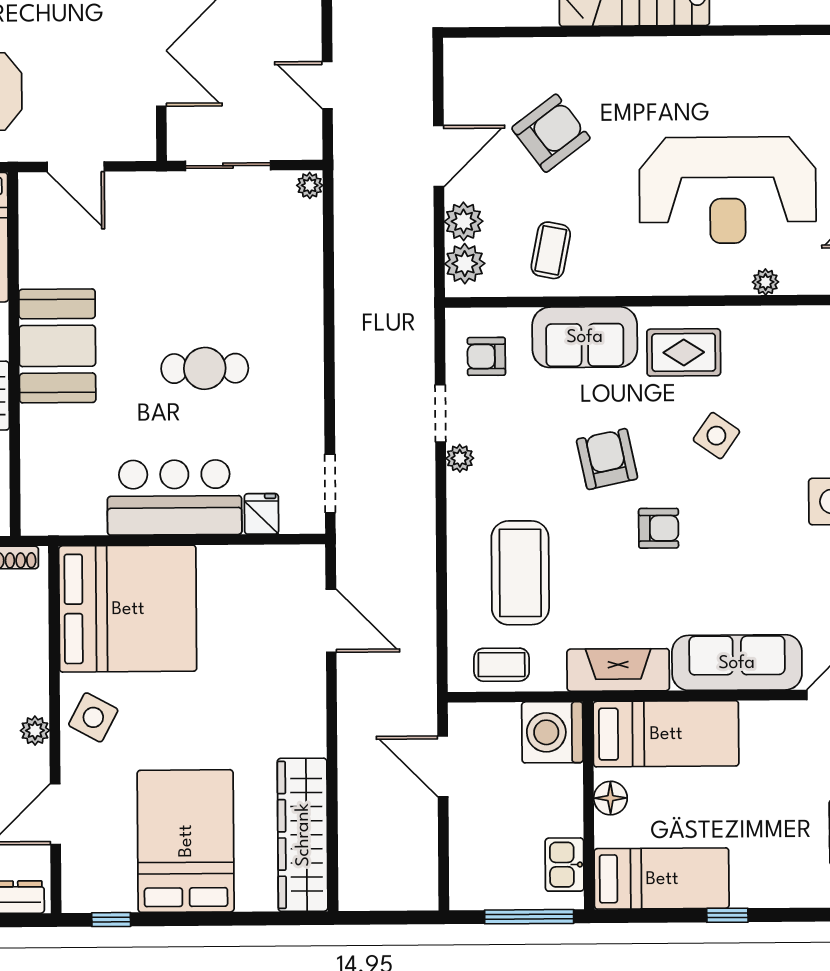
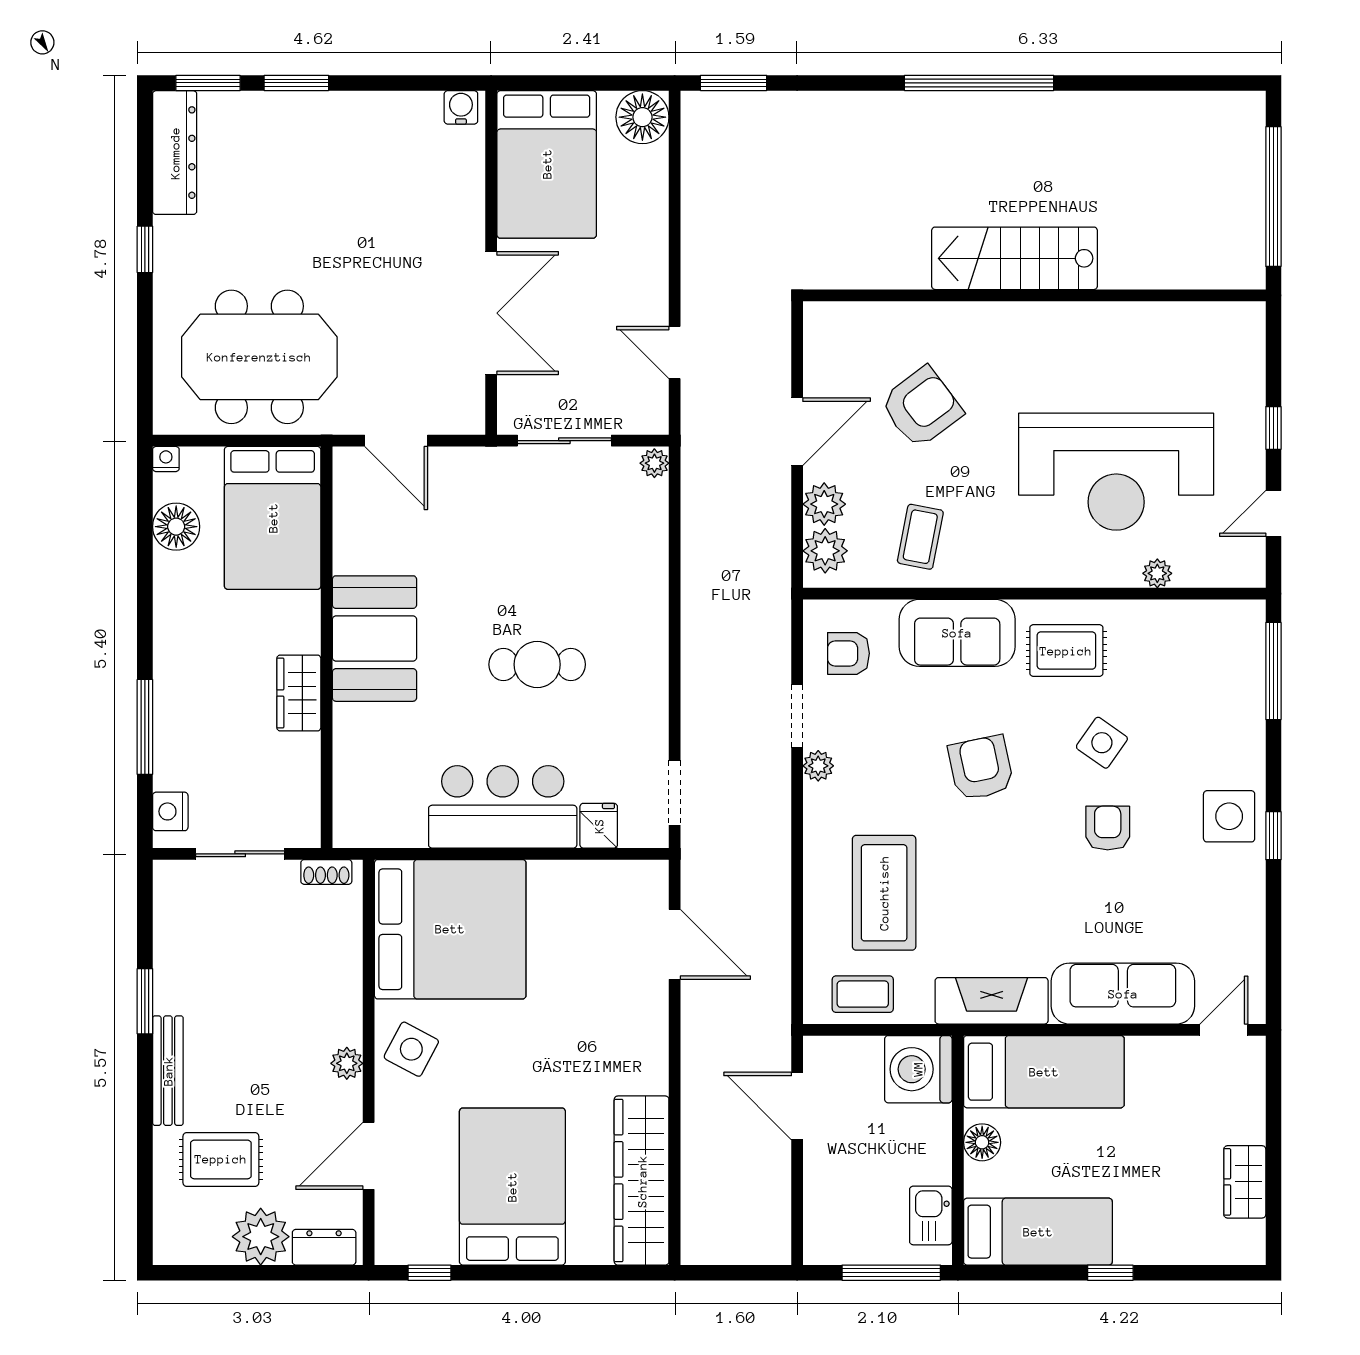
armchair: (659, 528) -> (1108, 828), moved, turned -90

